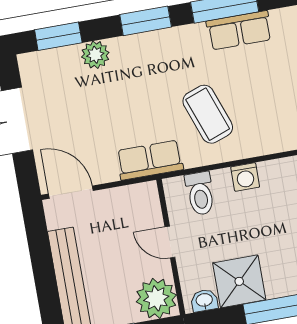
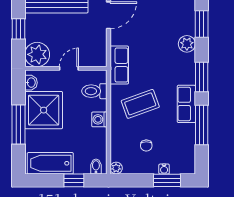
row of seats: (239, 30) -> (186, 104), moved
chair: (275, 92) -> (146, 146), added
shower: (239, 281) -> (44, 110), width x1.37, depth x1.37

